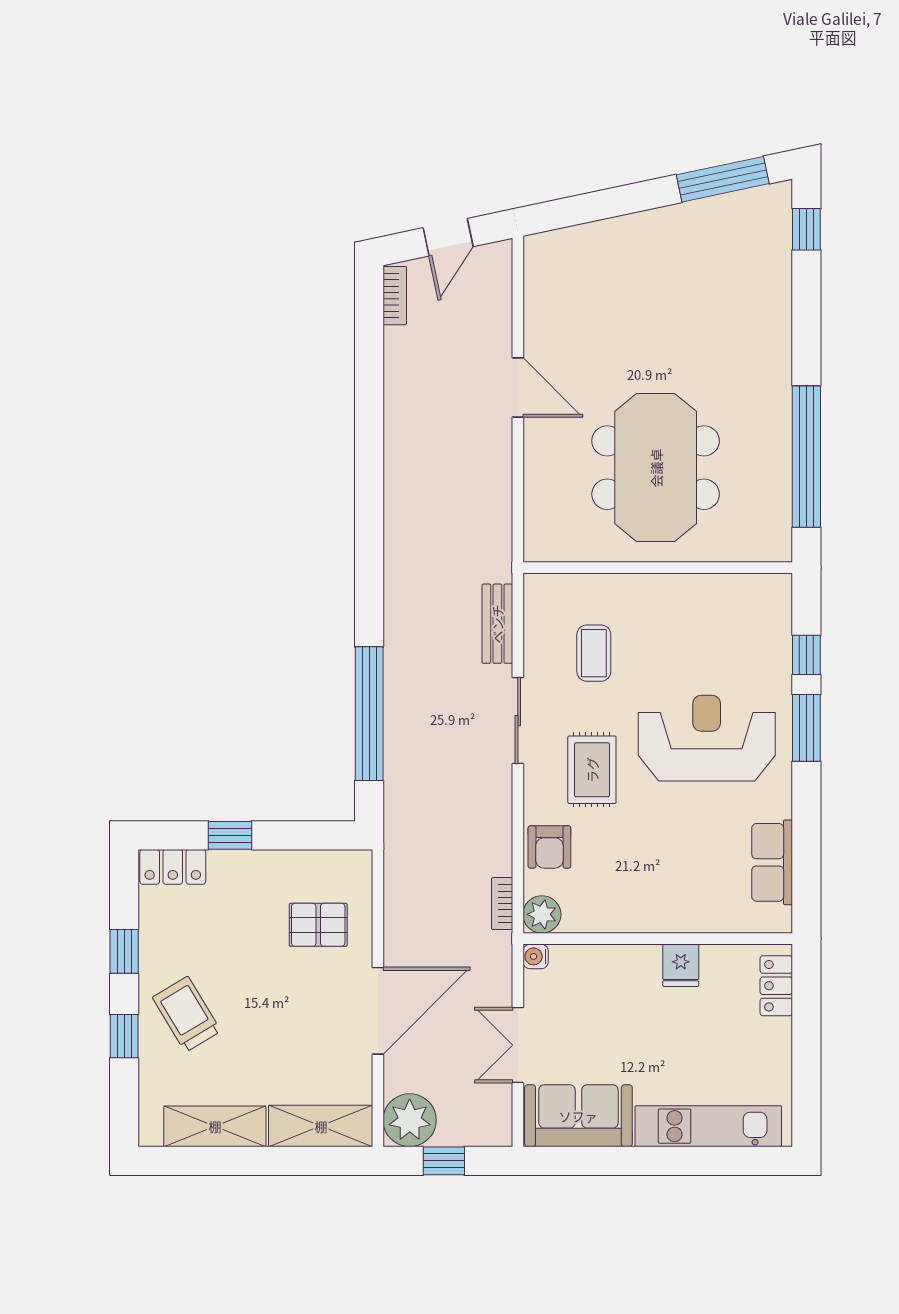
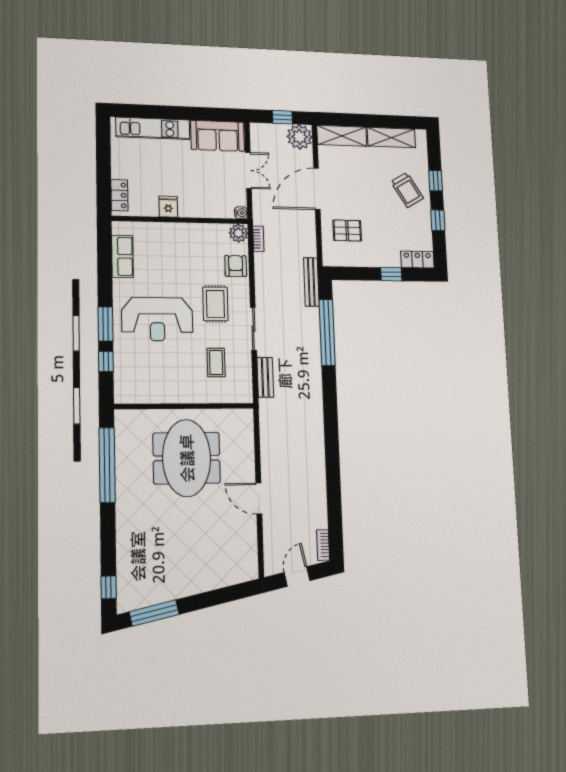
bench: (397, 817) -> (311, 282), added

